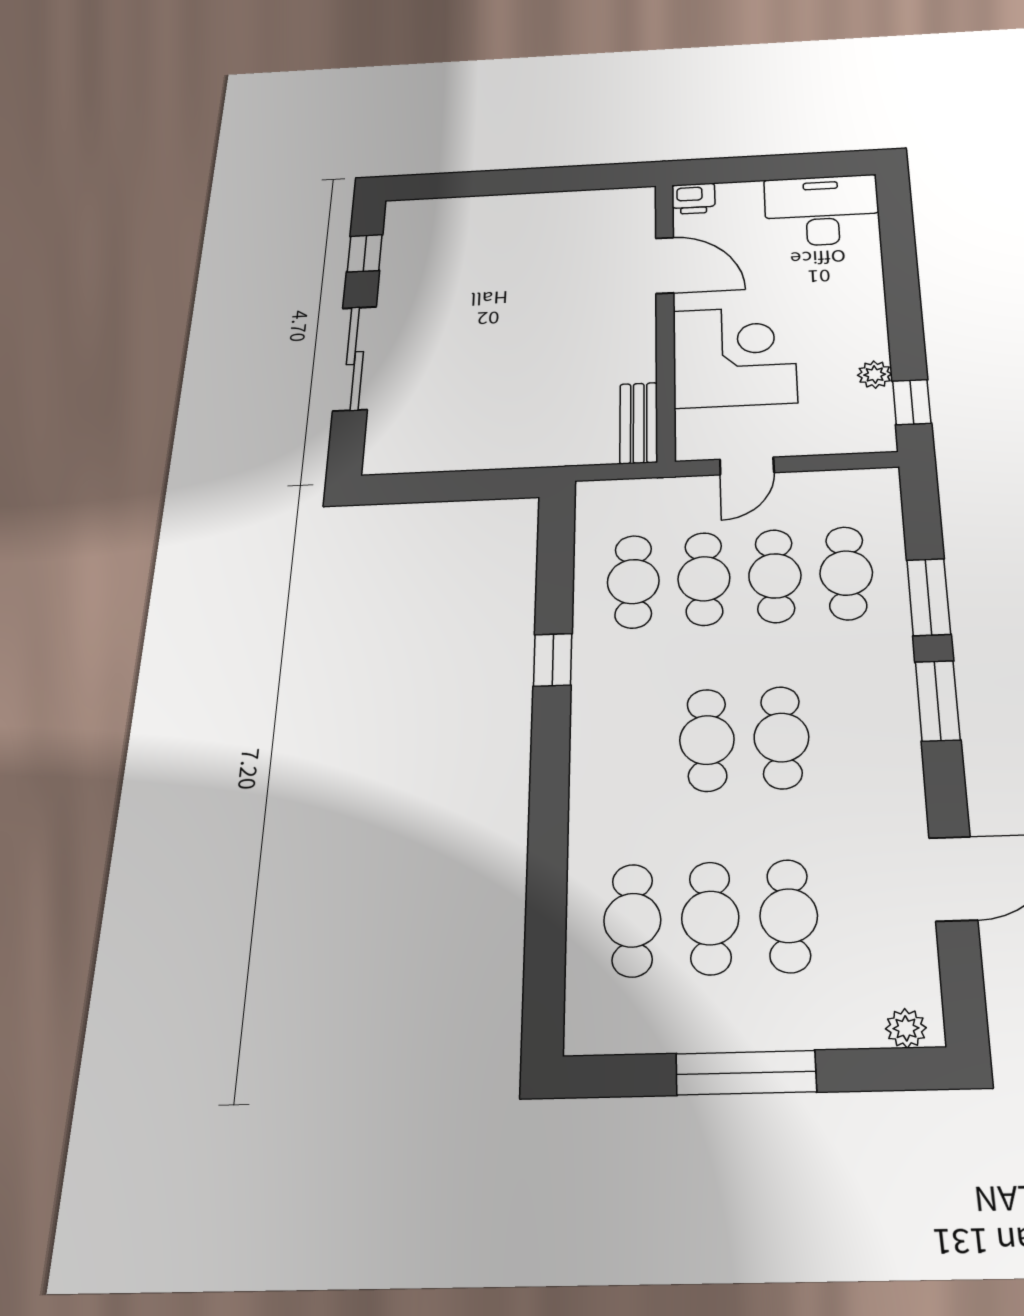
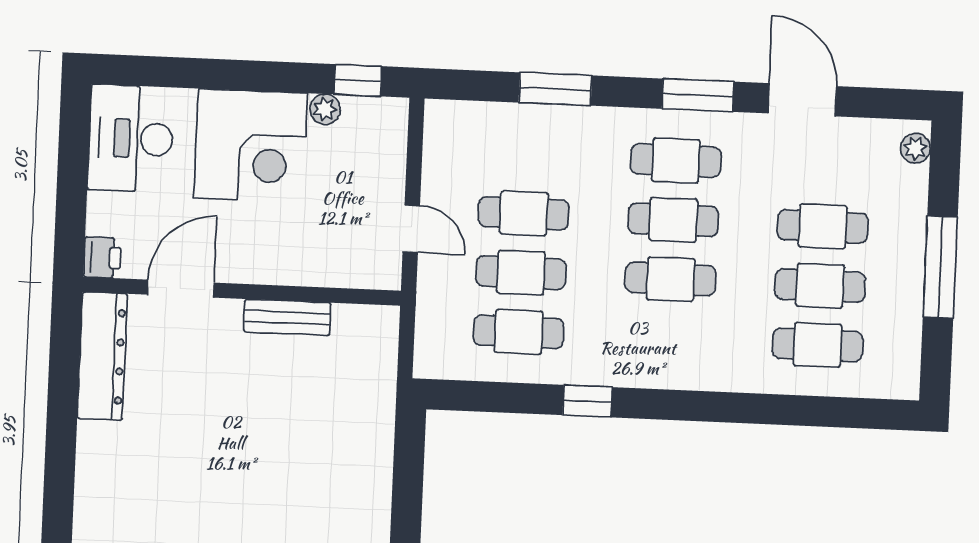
dresser: (590, 207) -> (102, 356), added
corner desk: (735, 357) -> (251, 145), moved, turned 180
bench: (639, 423) -> (287, 317), moved
cafe table: (846, 573) -> (676, 161), moved
window: (938, 701) -> (698, 95), moved

